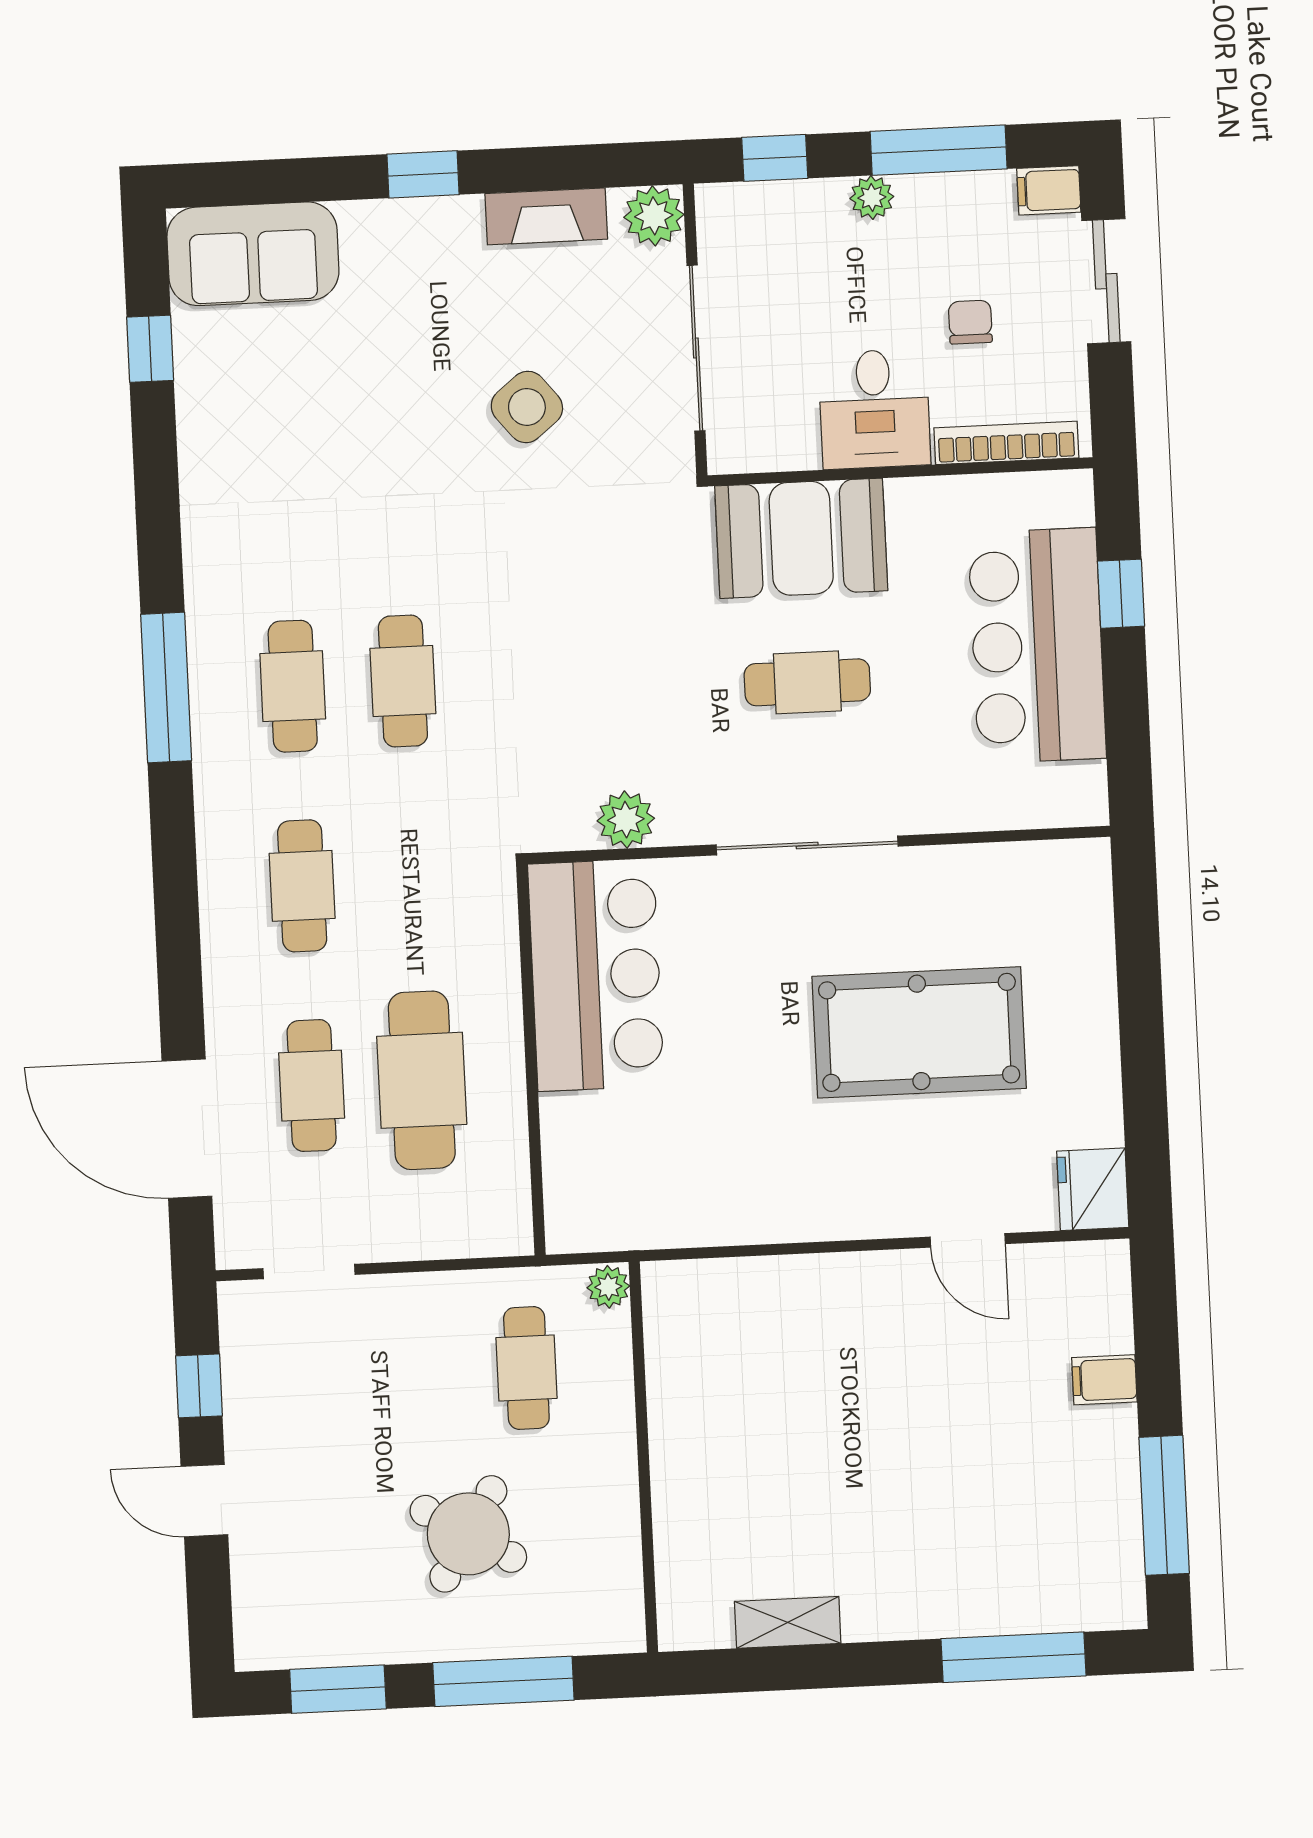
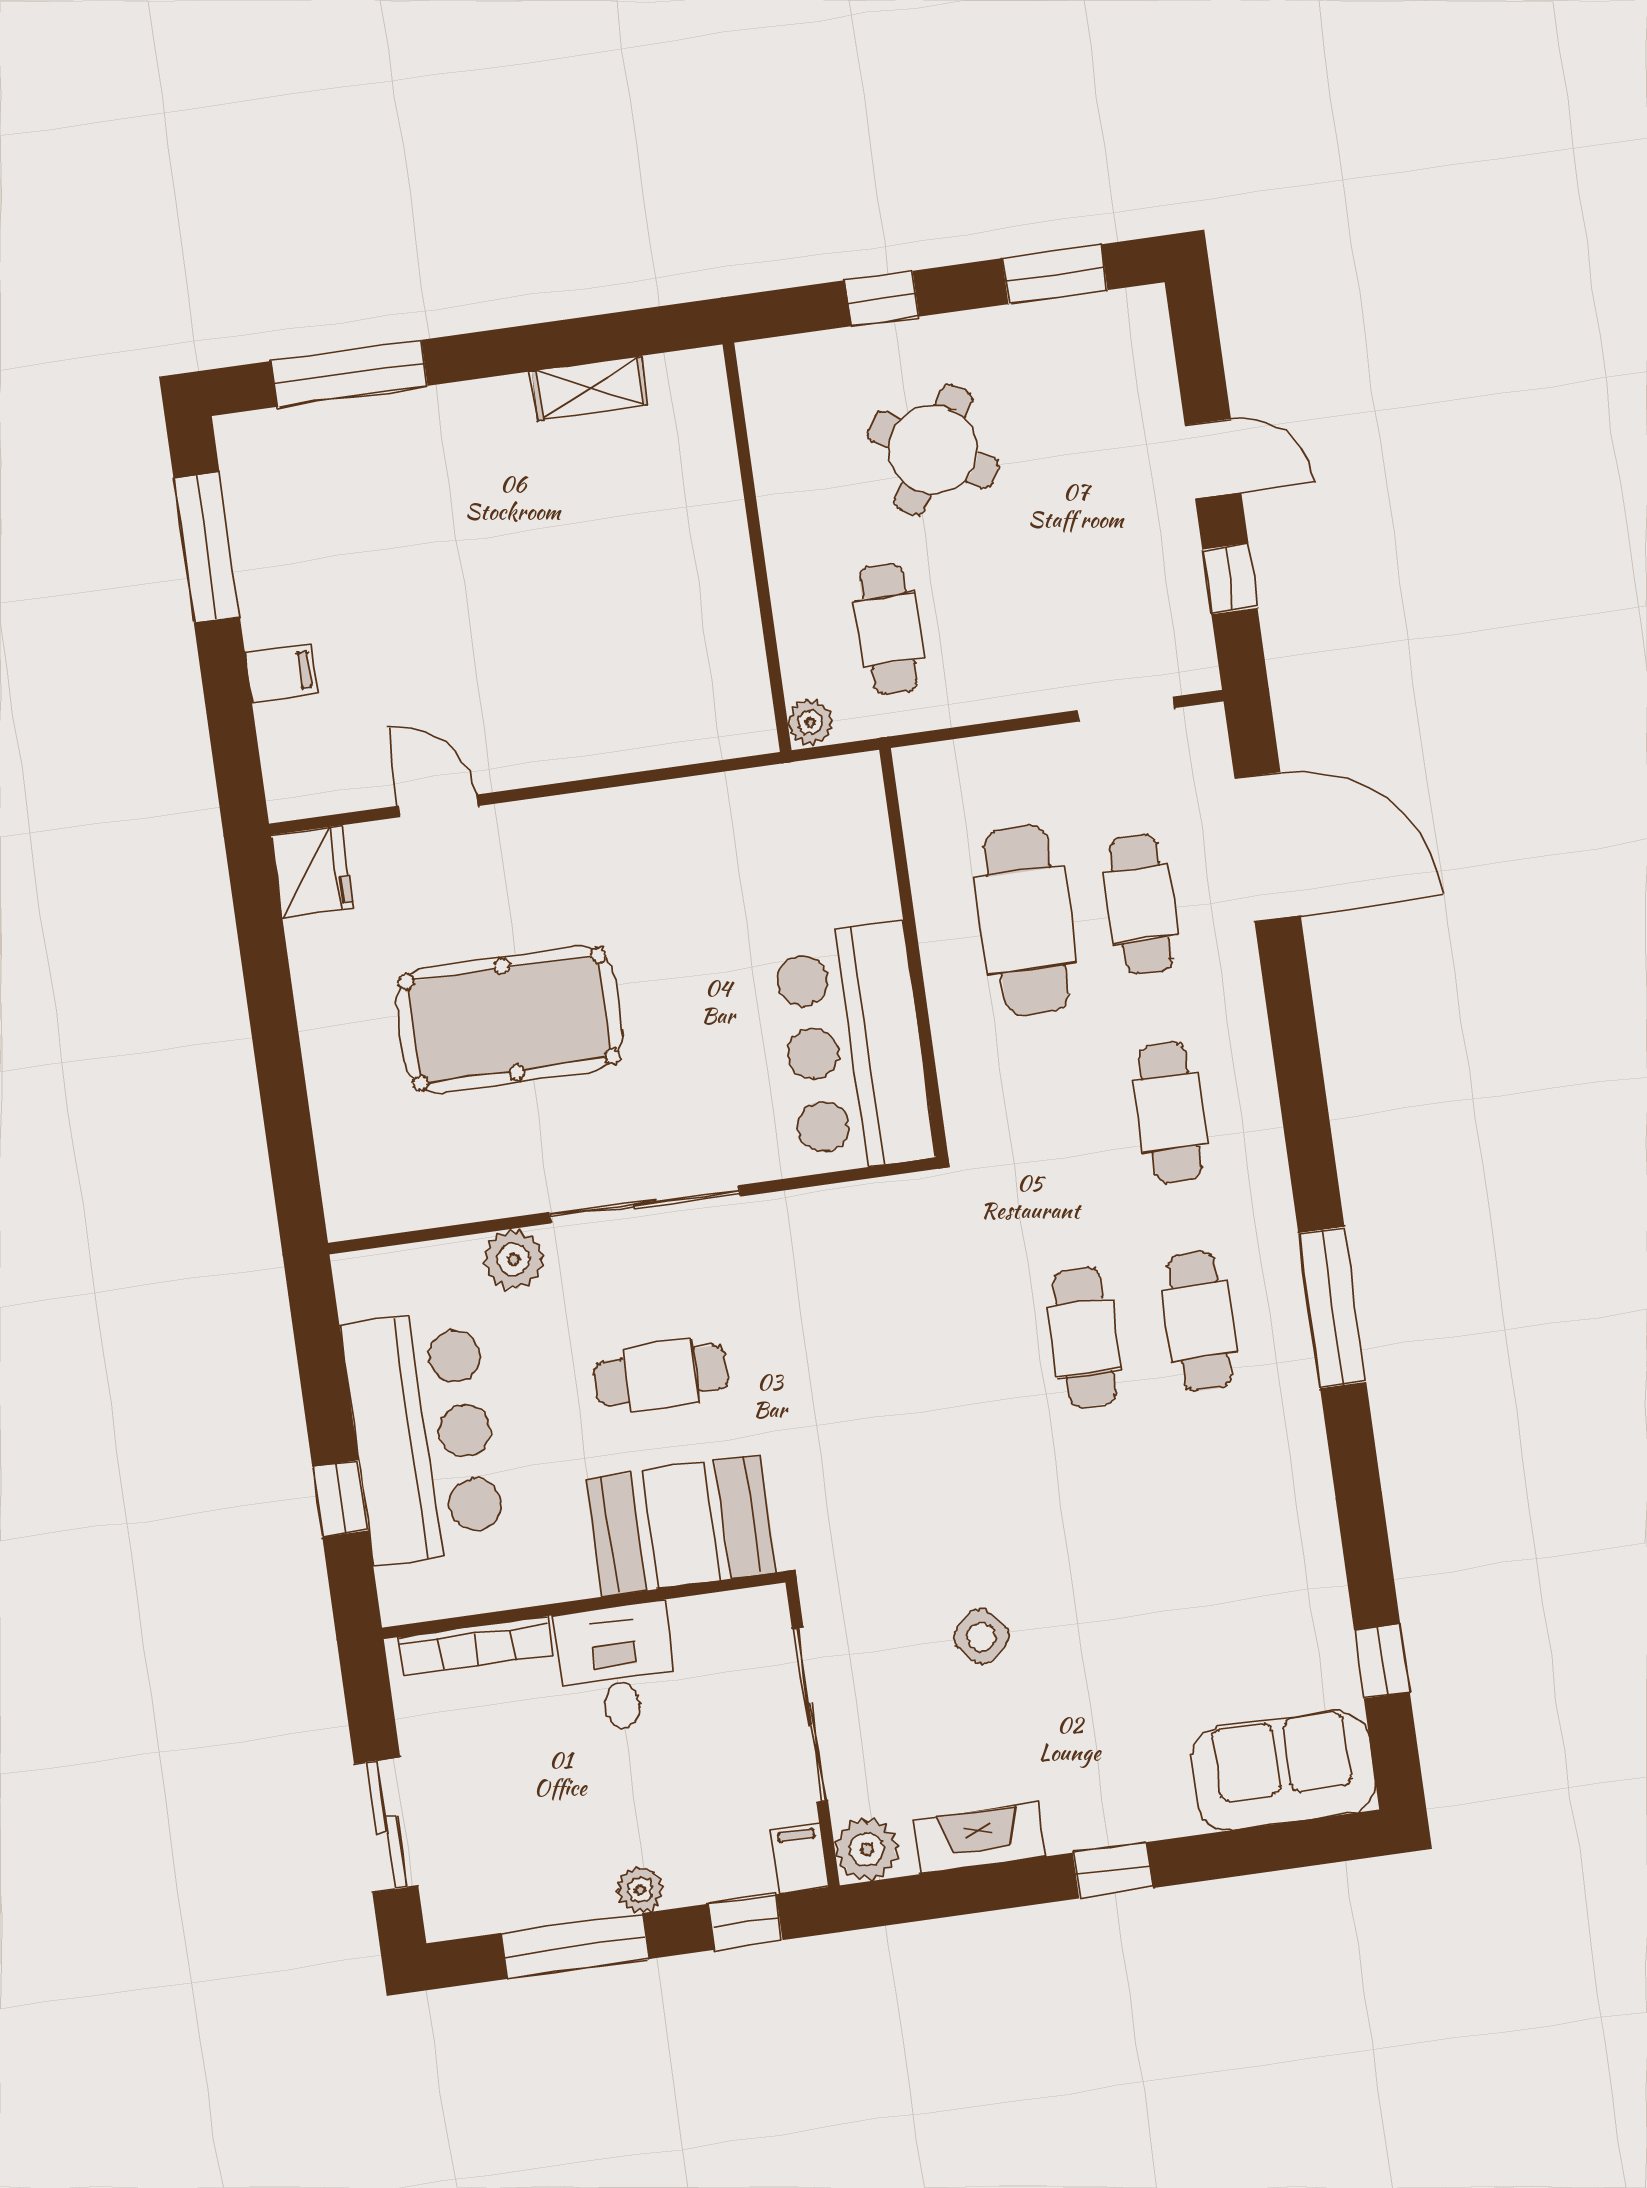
filing cabinet: (1049, 190) -> (799, 1858), moved, turned -90
chair: (970, 322) -> (525, 1769), removed
side table: (527, 407) -> (981, 1637), width x0.73, depth x0.73
plant: (626, 820) -> (514, 1259), moved
window: (503, 1681) -> (882, 298), width x0.46

